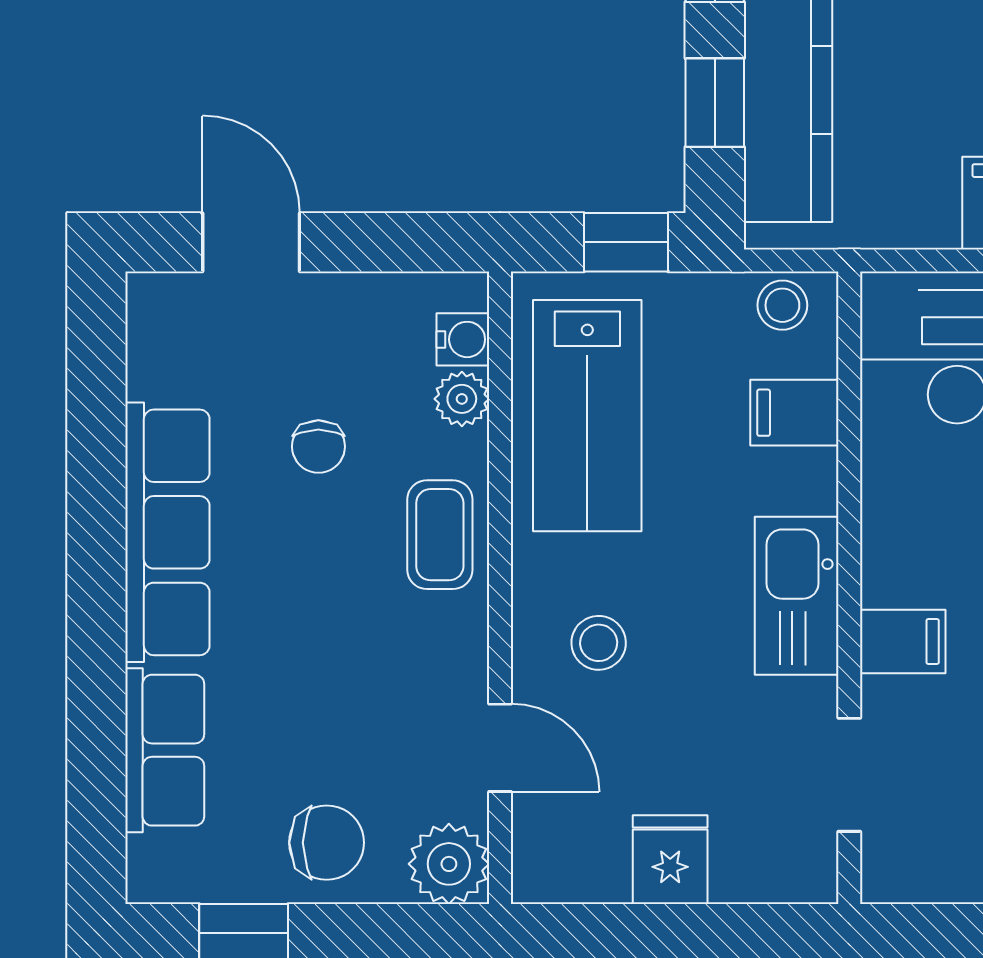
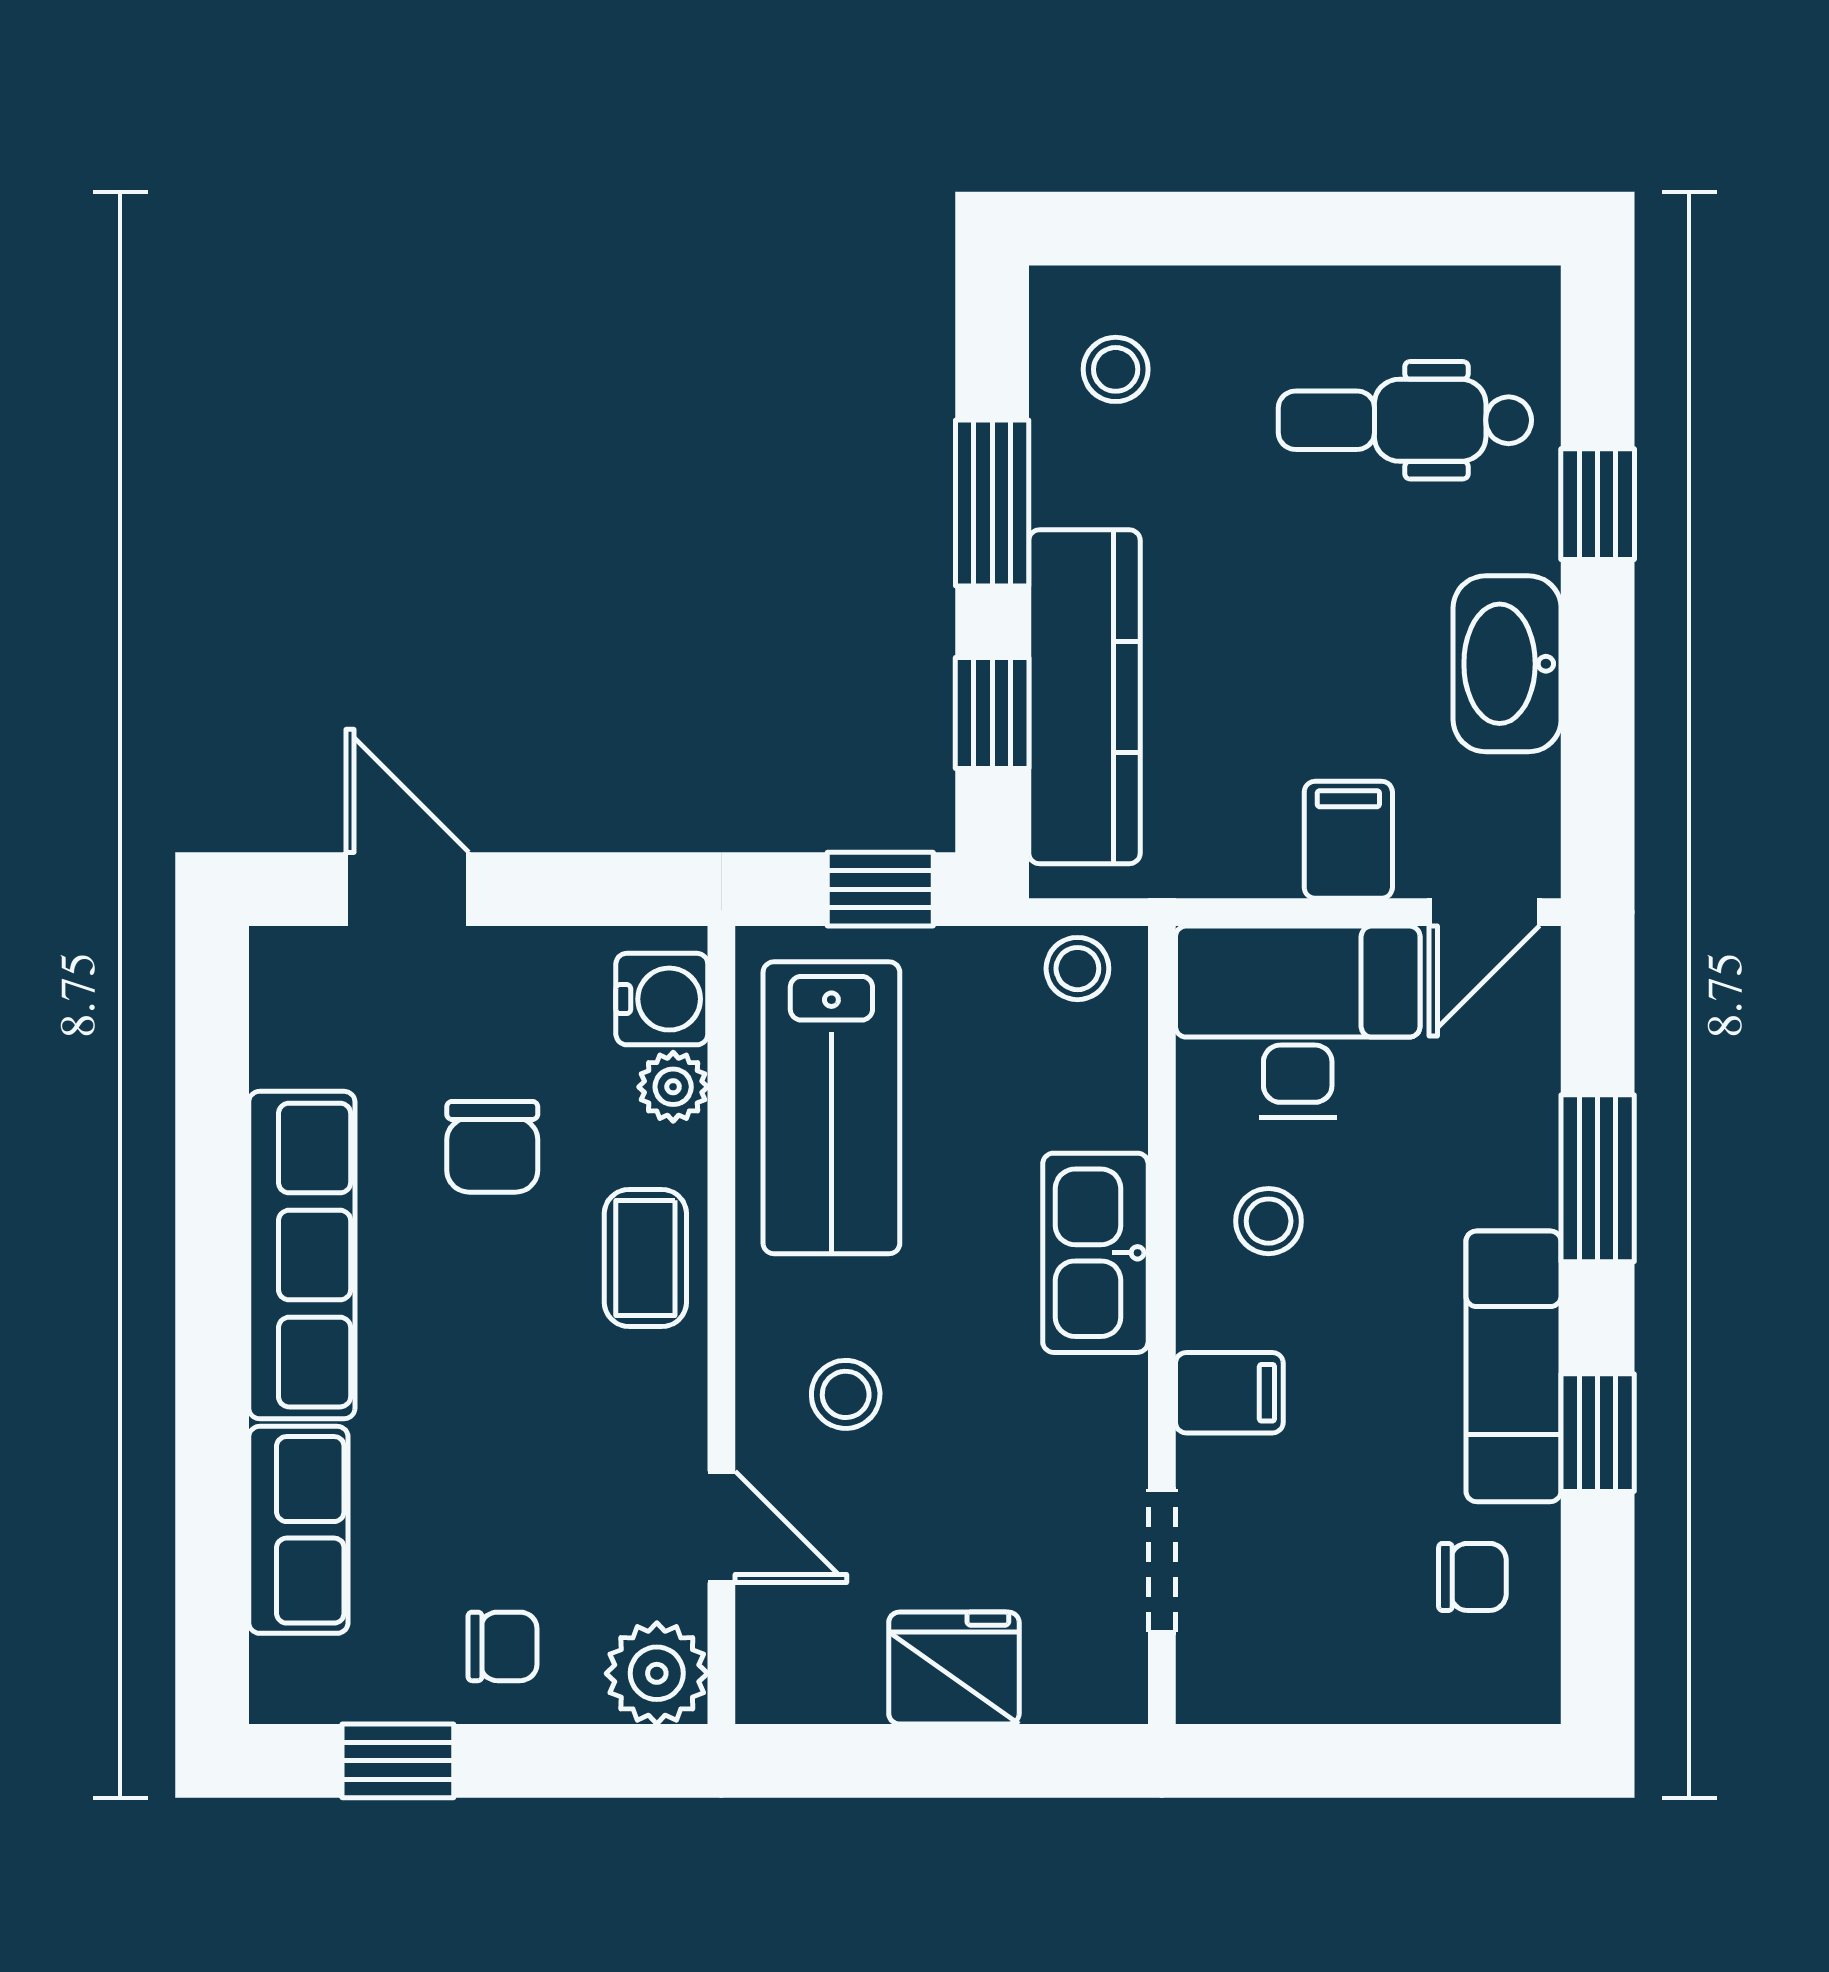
water cooler: (463, 339) -> (662, 999), width x1.38, depth x1.38
filing cabinet: (794, 413) -> (1093, 1104), removed
chair: (318, 447) -> (492, 1147), width x1.37, depth x1.37
stool: (934, 505) -> (1269, 1221), added
kitchen sink: (797, 596) -> (1095, 1253), moved
chair: (327, 843) -> (503, 1646), width x0.73, depth x0.73
fridge: (670, 860) -> (954, 1668), width x1.38

